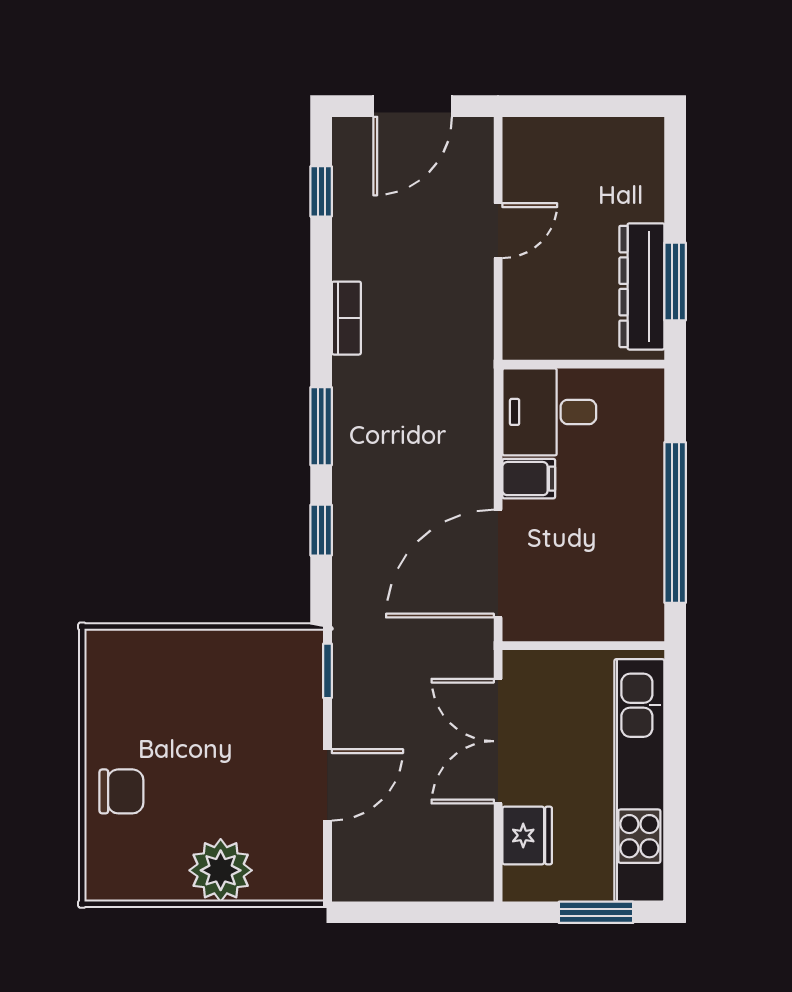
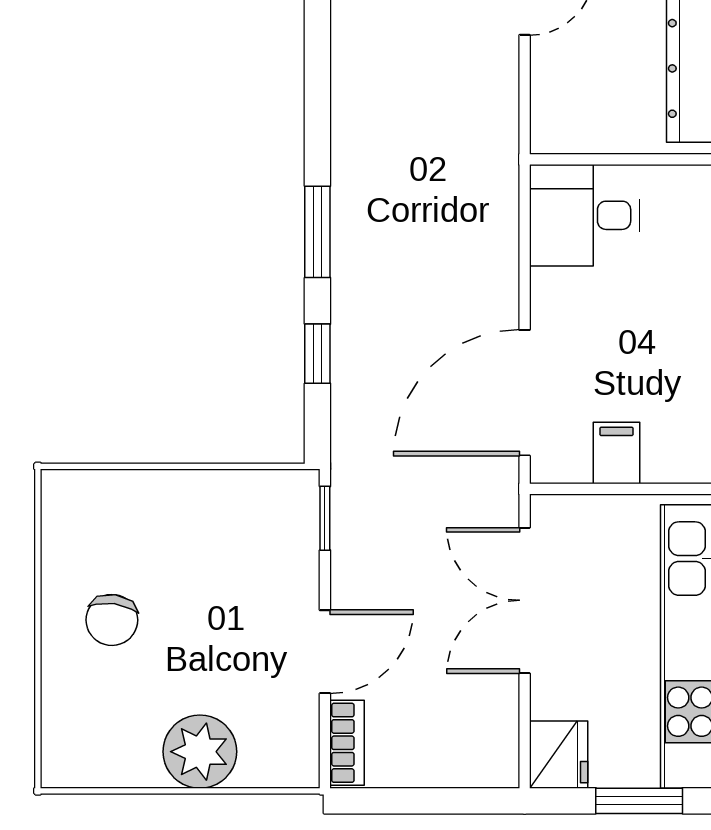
bookcase: (346, 318) -> (347, 743), moved
filing cabinet: (529, 479) -> (616, 453), moved, turned -90
chair: (121, 791) -> (112, 620), moved, turned 98
fridge: (527, 835) -> (559, 755), moved

